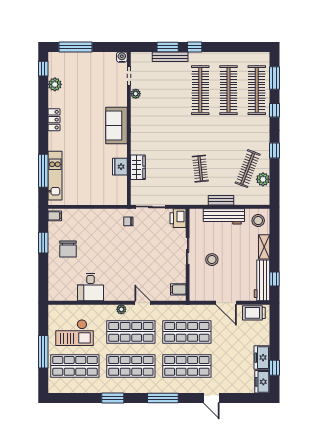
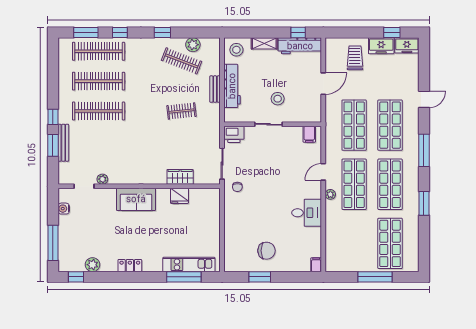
water cooler: (122, 57) -> (64, 209), moved
filing cabinet: (55, 216) -> (316, 265), moved
desk: (90, 287) -> (307, 213), moved
trolley: (254, 313) -> (355, 58), moved, turned 180
checkout: (74, 333) -> (355, 244), removed

